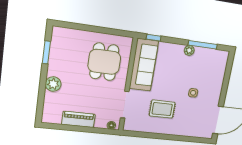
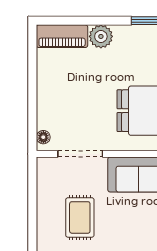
piano: (78, 119) -> (62, 36), moved, turned 90

